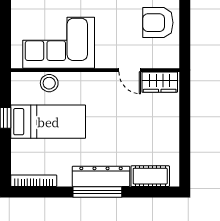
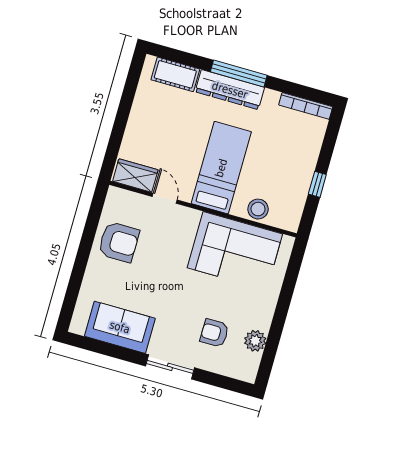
bed: (48, 122) -> (221, 168), moved, turned 90

